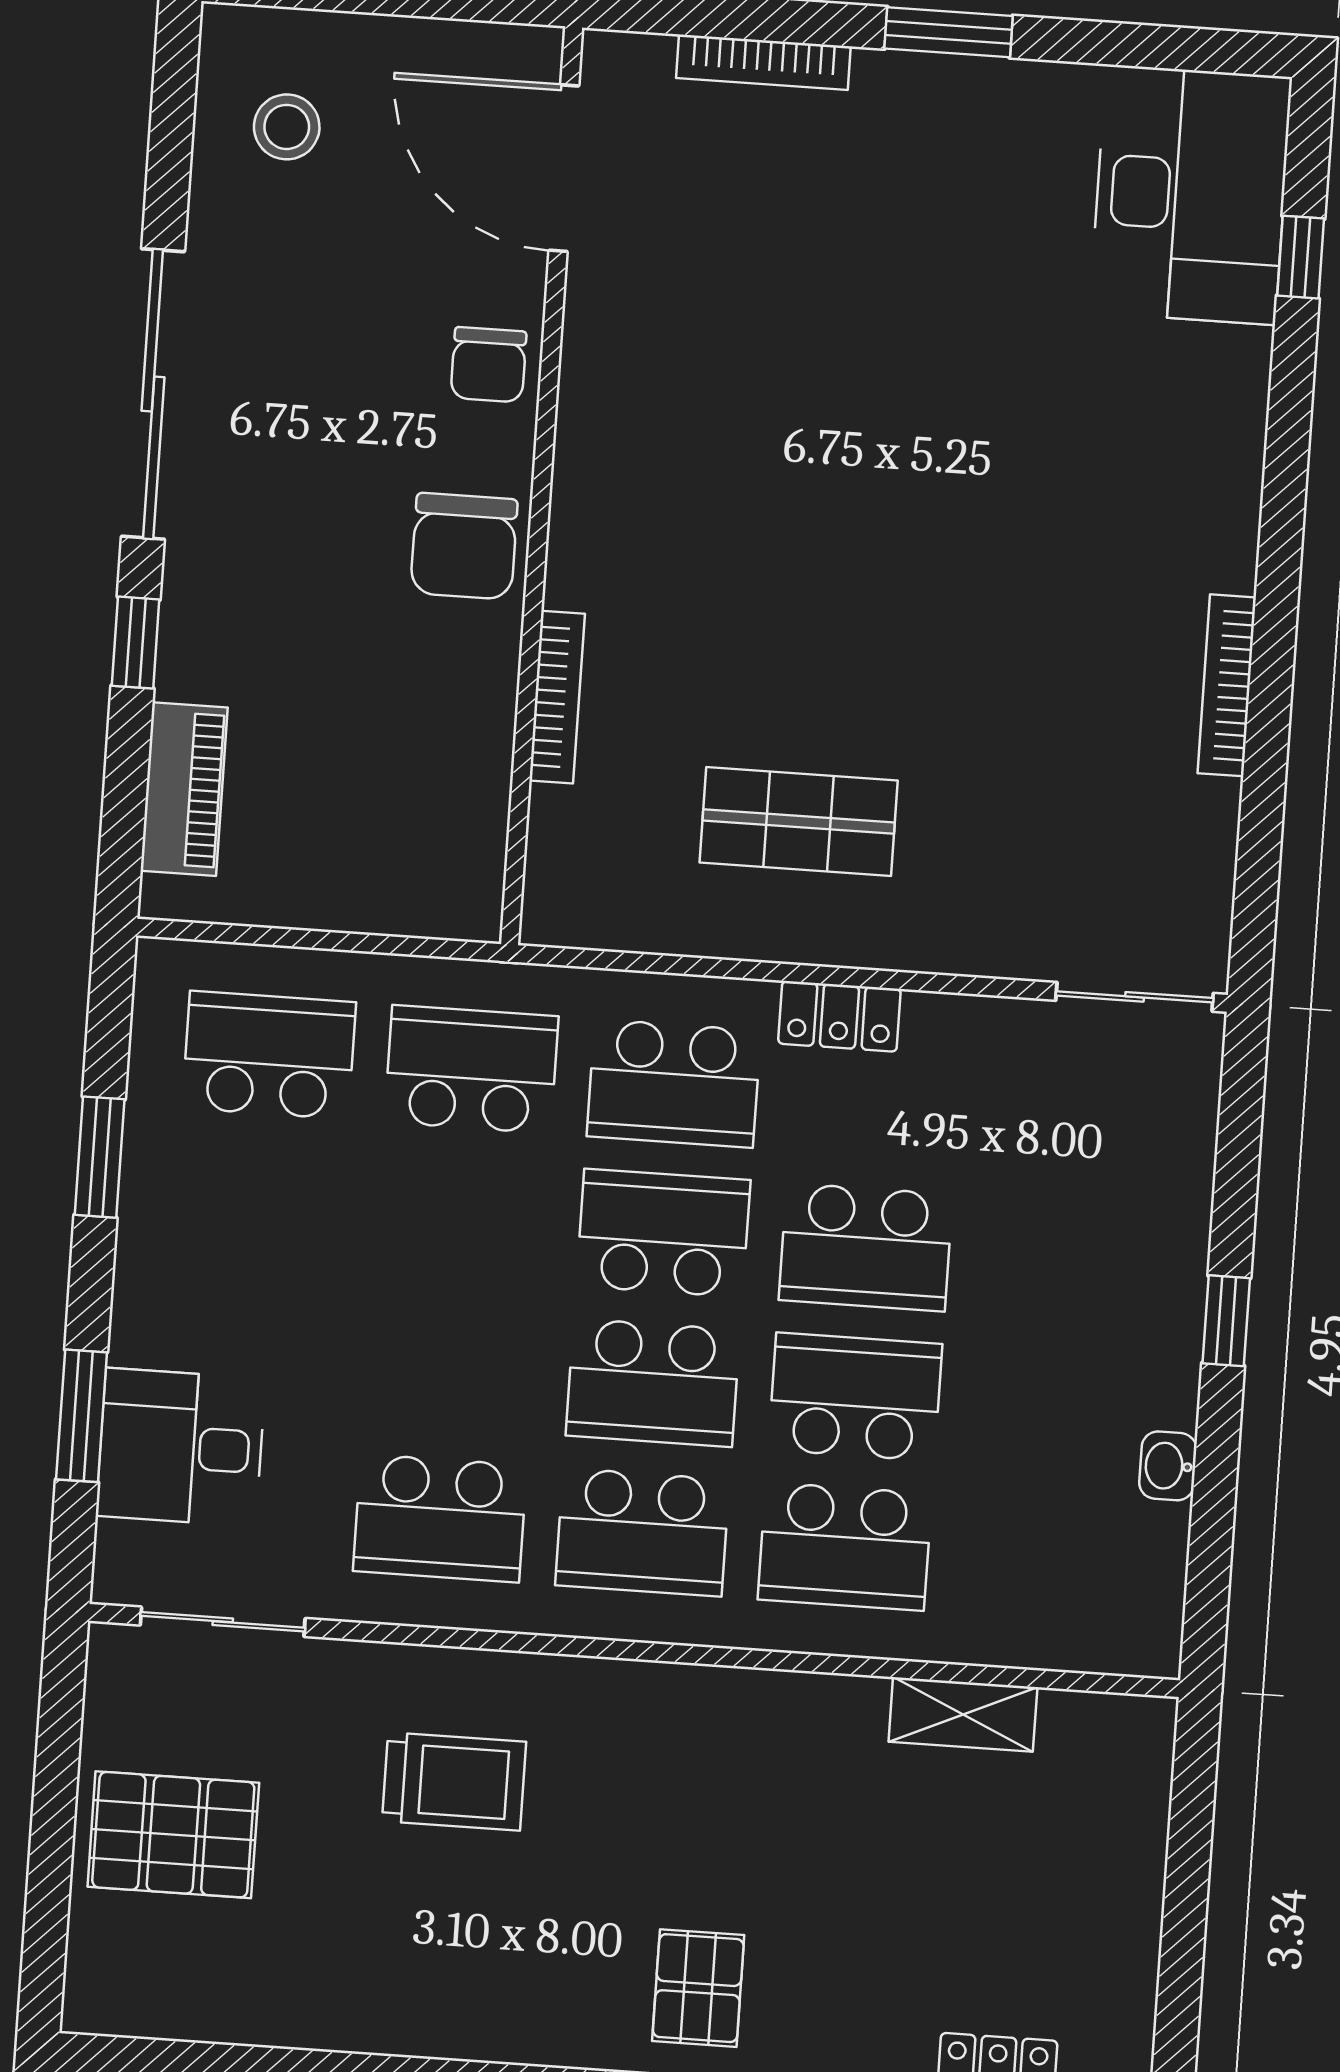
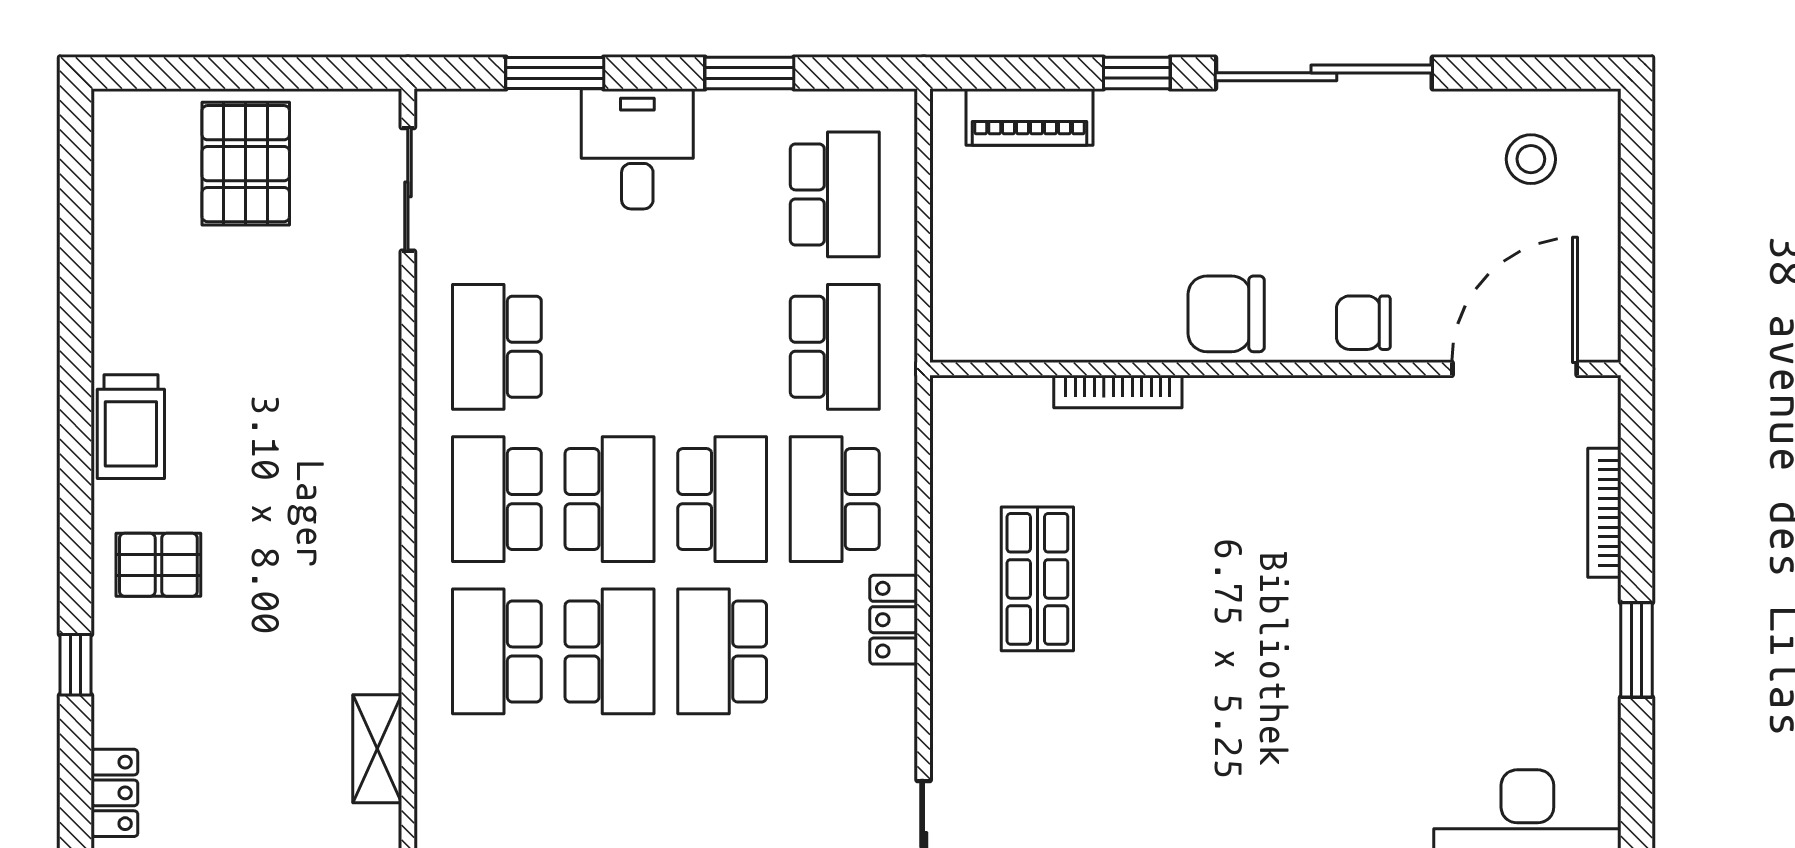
school desk: (653, 1383) -> (609, 499), turned 180
desk: (181, 1447) -> (637, 149), moved
trolley: (454, 1782) -> (131, 427), moved

